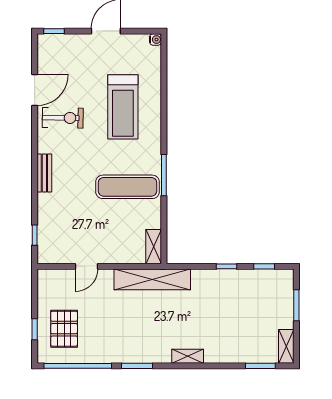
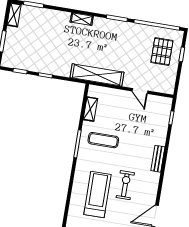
exercise bike: (63, 118) -> (125, 185), moved, turned 89
exercise mat: (127, 187) -> (103, 140), width x0.73, depth x0.69
shelving: (154, 247) -> (90, 109), moved
door: (86, 266) -> (140, 91), swing flipped

